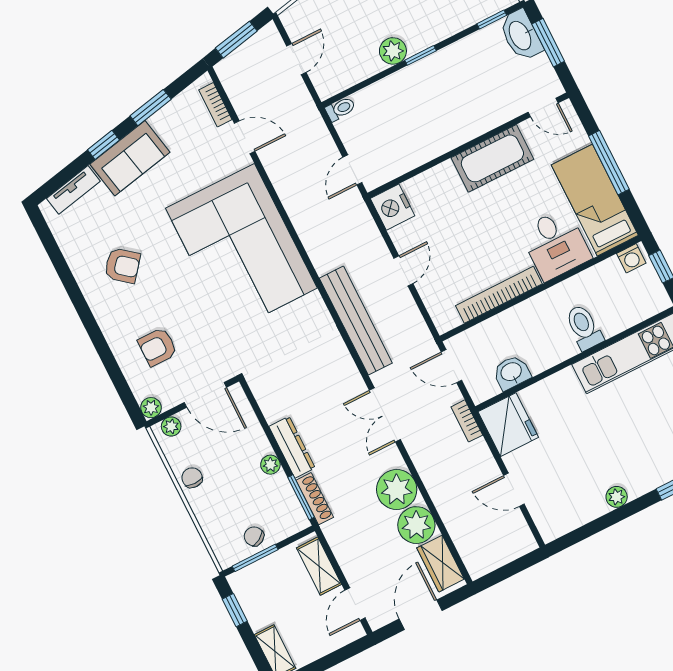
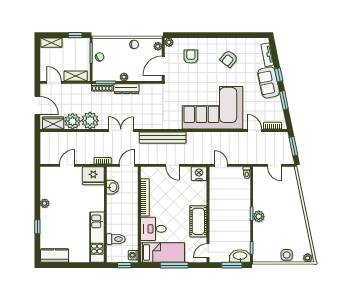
plant: (393, 51) -> (259, 216), moved
door: (245, 137) -> (254, 130), swing flipped
toilet: (584, 327) -> (116, 239), moved

